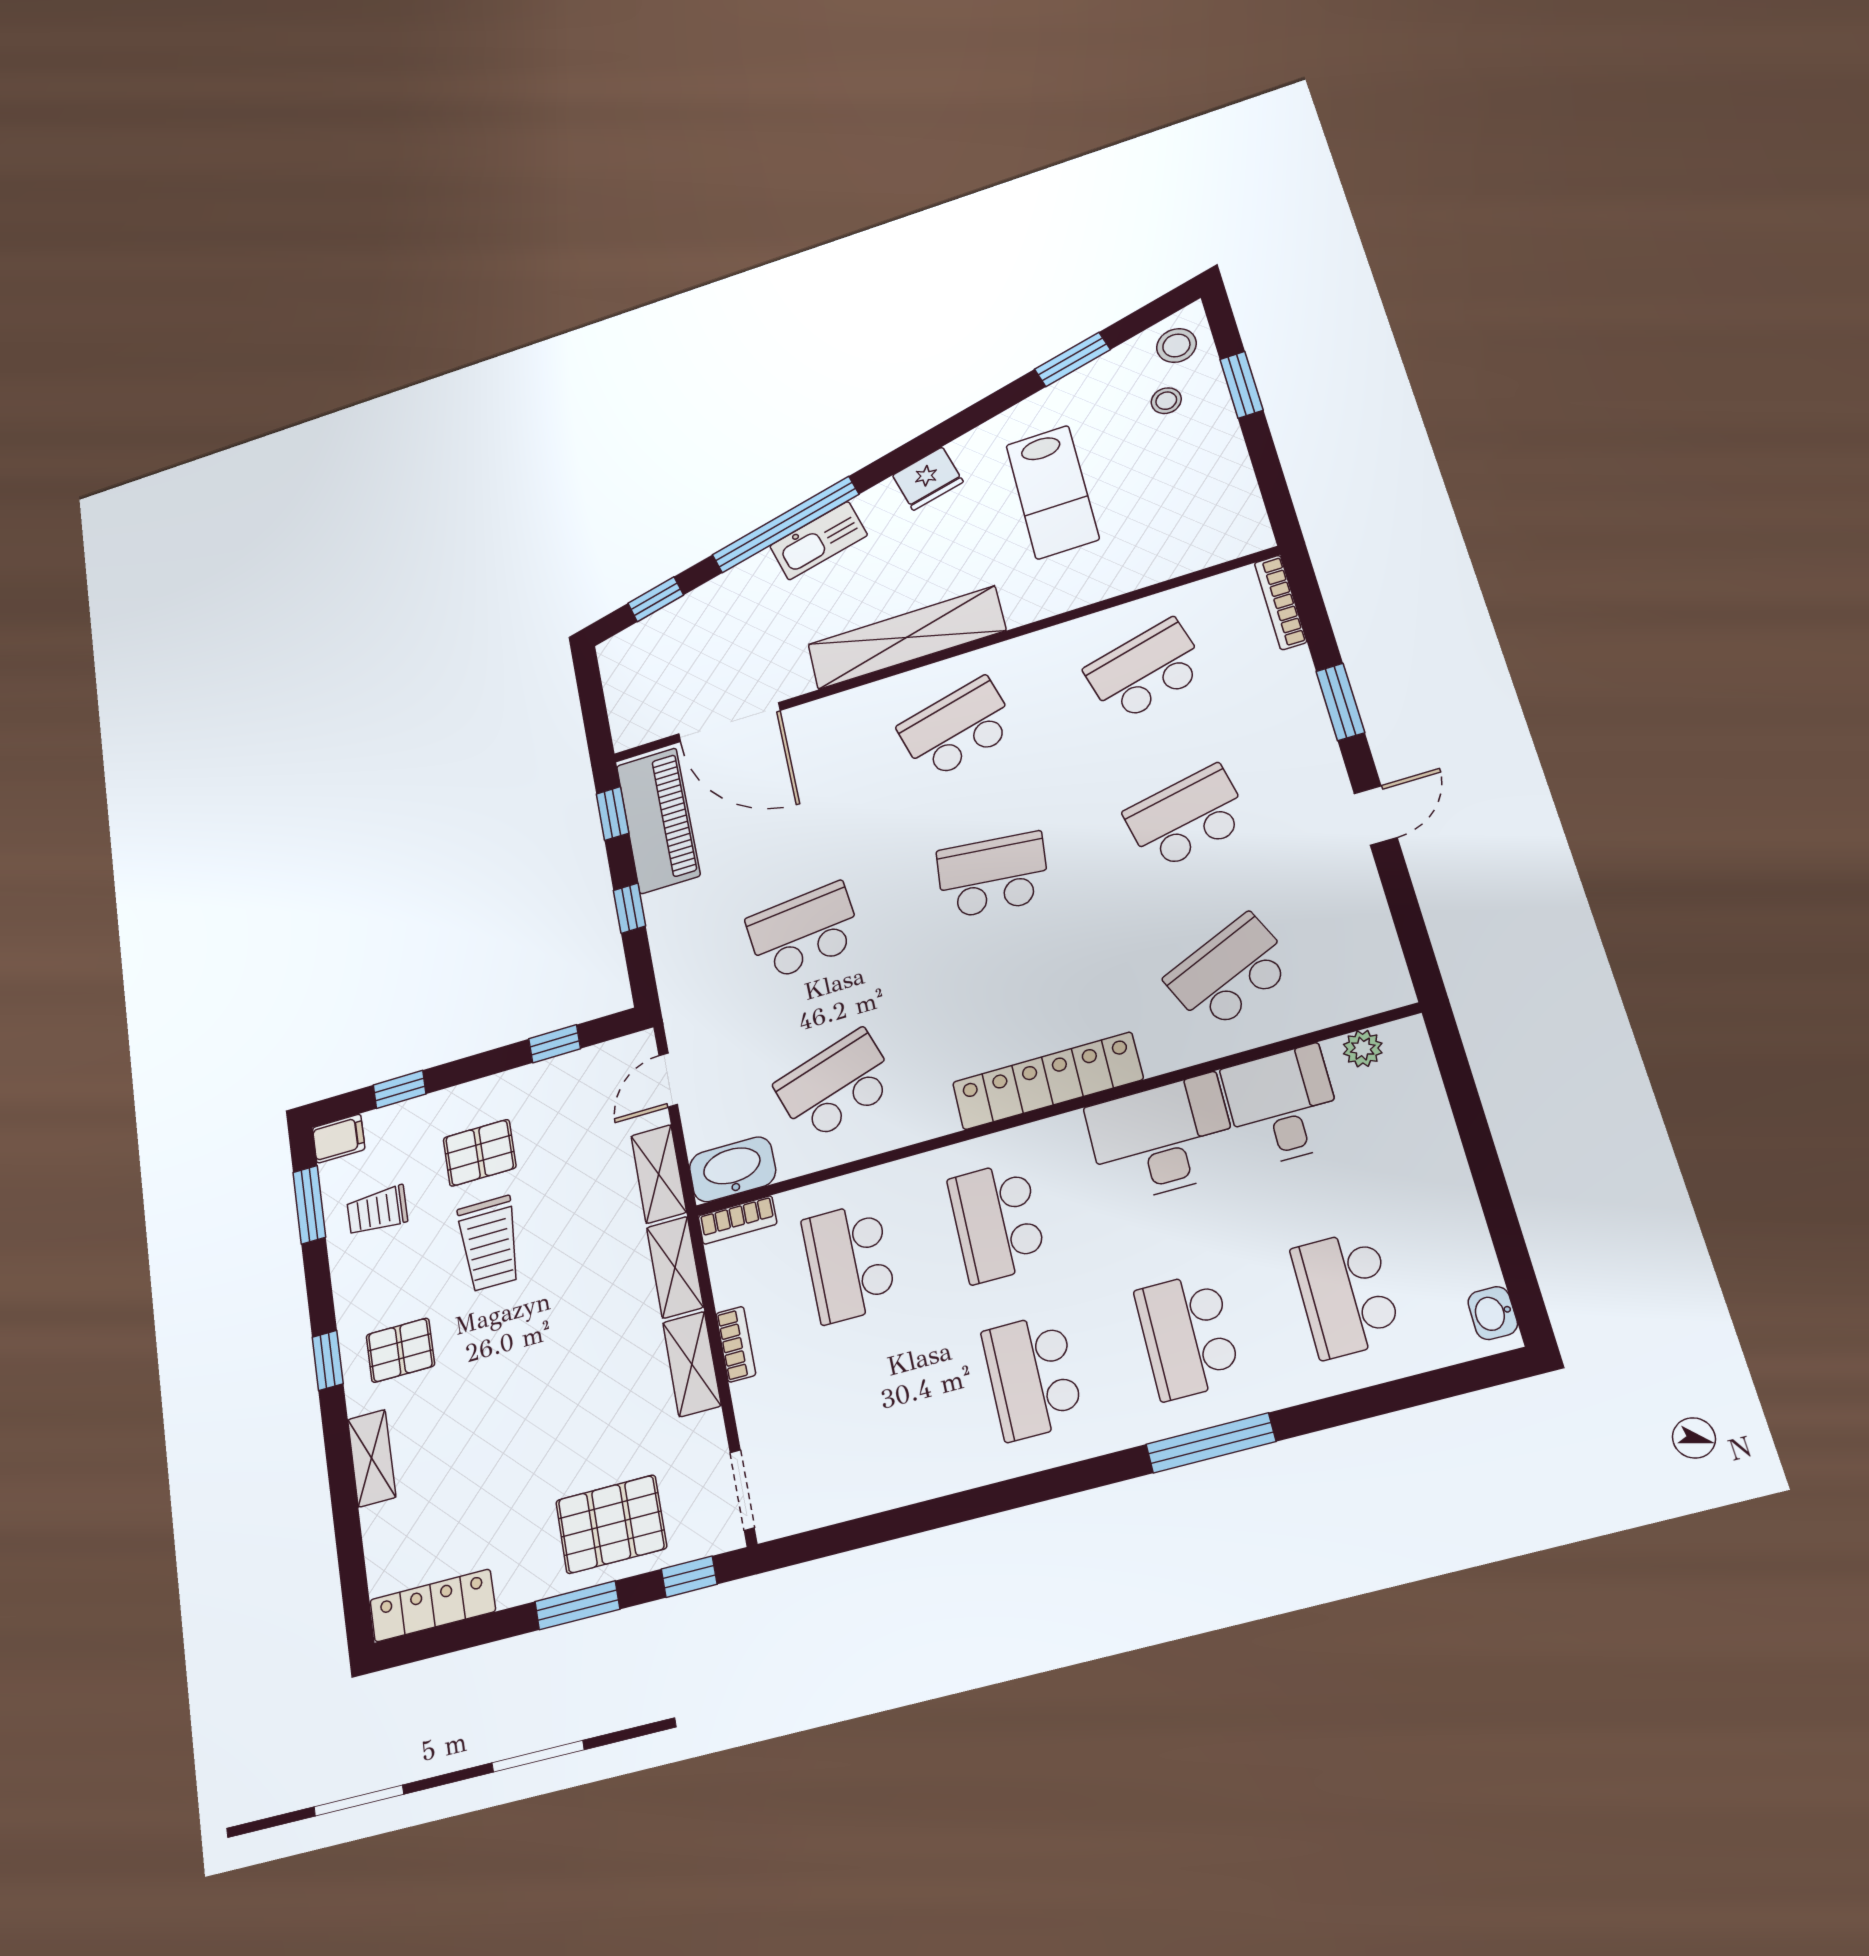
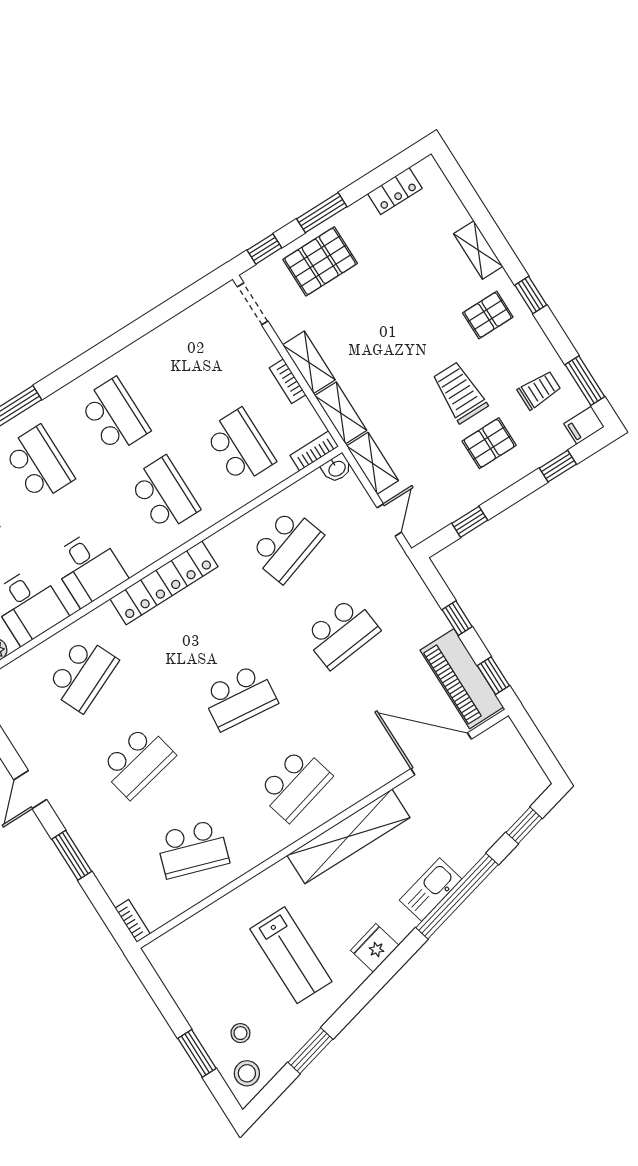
lab bench: (1052, 492) -> (291, 955), turned 180
bookcase: (1281, 602) -> (133, 921), width x0.64
school desk: (1146, 670) -> (193, 849), turned 33
desk: (1162, 1139) -> (89, 568), width x0.73
washbasin: (732, 1169) -> (337, 468), width x0.52, depth x0.69
locker: (433, 1606) -> (395, 191), width x0.66

